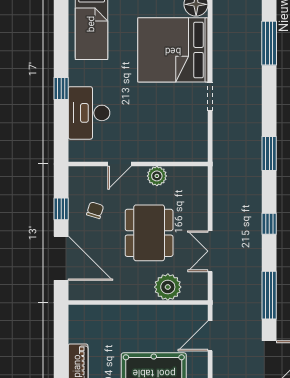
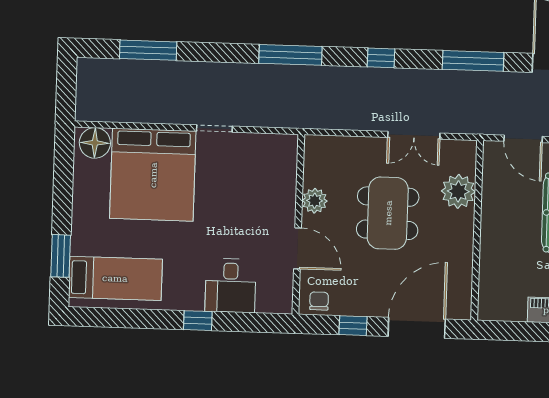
desk: (89, 113) -> (230, 286), width x0.73
window: (269, 153) -> (290, 55), width x1.44
door: (120, 164) -> (298, 248), width x1.38
chair: (95, 210) -> (319, 301), moved, turned 73
dining table: (149, 233) -> (388, 213), turned 90

